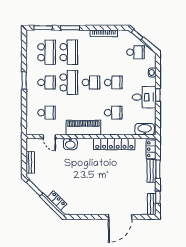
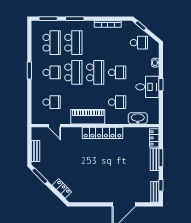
school desk: (91, 82) -> (95, 72), width x1.85
washbasin: (145, 129) -> (138, 118), moved
washbasin: (70, 144) -> (75, 133), removed
locker: (114, 144) -> (102, 133), moved

